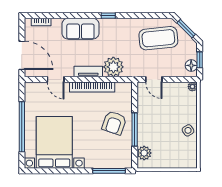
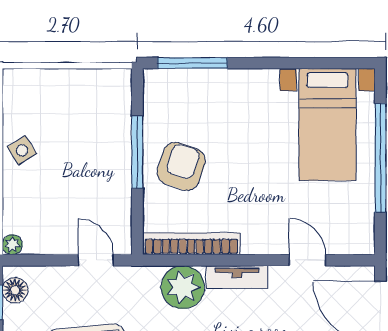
bookcase: (92, 87) -> (191, 244), moved
bed with nightstands: (54, 142) -> (328, 124), width x0.73
plant: (144, 153) -> (117, 102), removed

